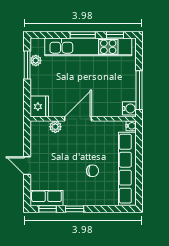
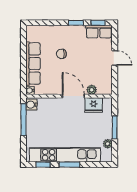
window: (27, 65) -> (115, 127), moved
fridge: (39, 107) -> (94, 105), moved, turned -90
door: (78, 119) -> (73, 96), swing flipped
row of seats: (127, 169) -> (33, 64), width x0.73

